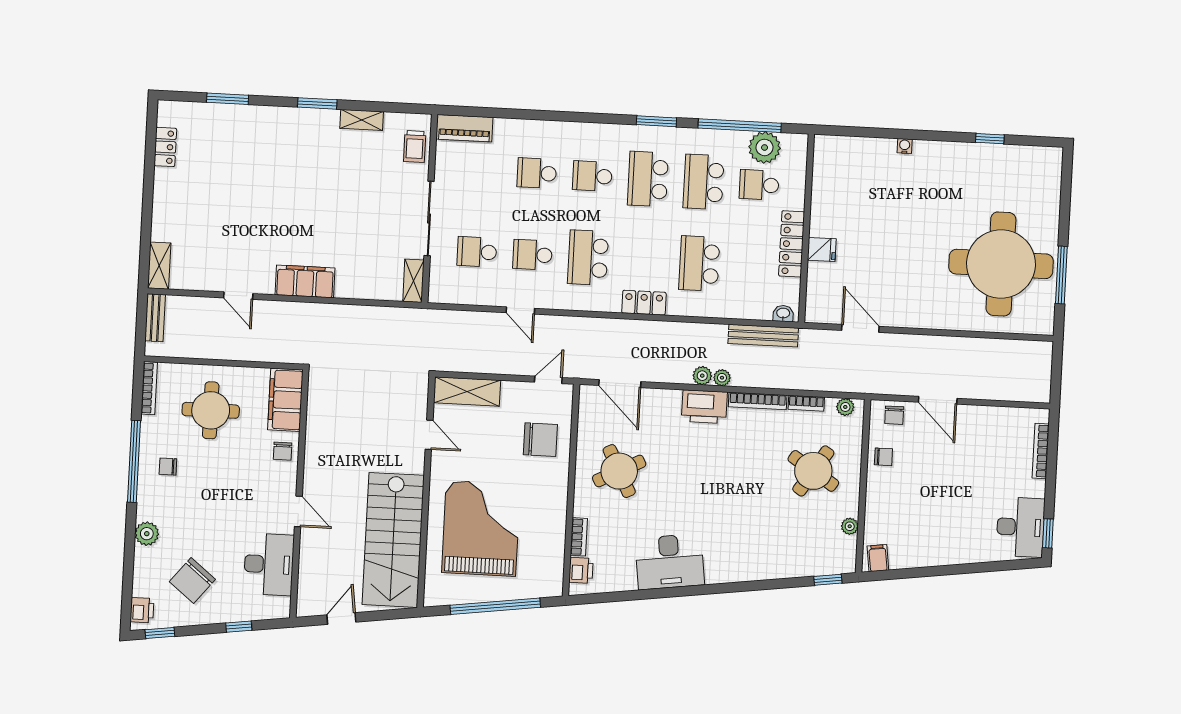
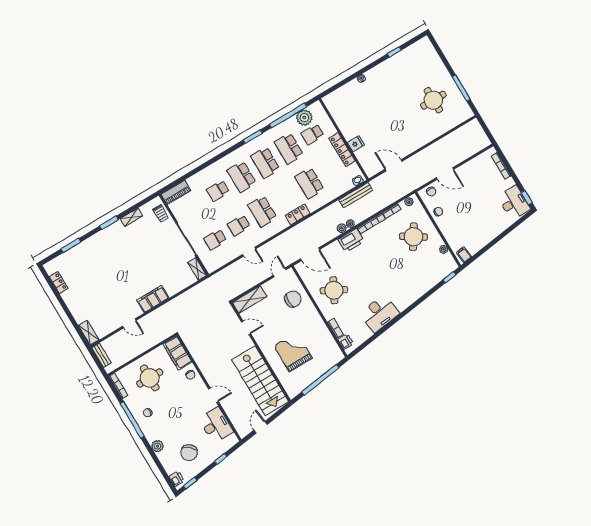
school desk: (592, 176) -> (242, 177), width x1.85
round table: (1001, 264) -> (433, 100), width x0.54, depth x0.54
round table: (619, 471) -> (334, 290), turned -35
grand piano: (481, 528) -> (293, 352), width x0.73, depth x0.68

